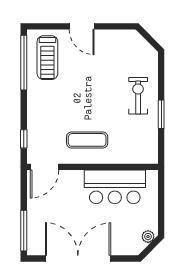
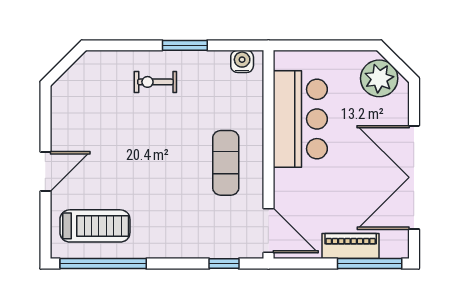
exercise bike: (138, 96) -> (155, 82), width x0.73, depth x0.72
water cooler: (151, 150) -> (242, 61), added
piano: (35, 219) -> (351, 246), added
plant: (148, 237) -> (379, 78), width x1.87, depth x1.87

